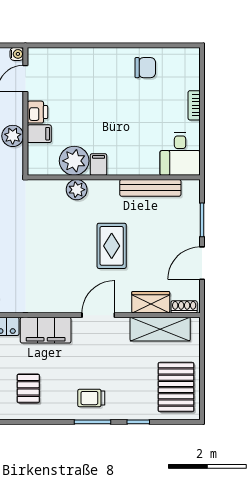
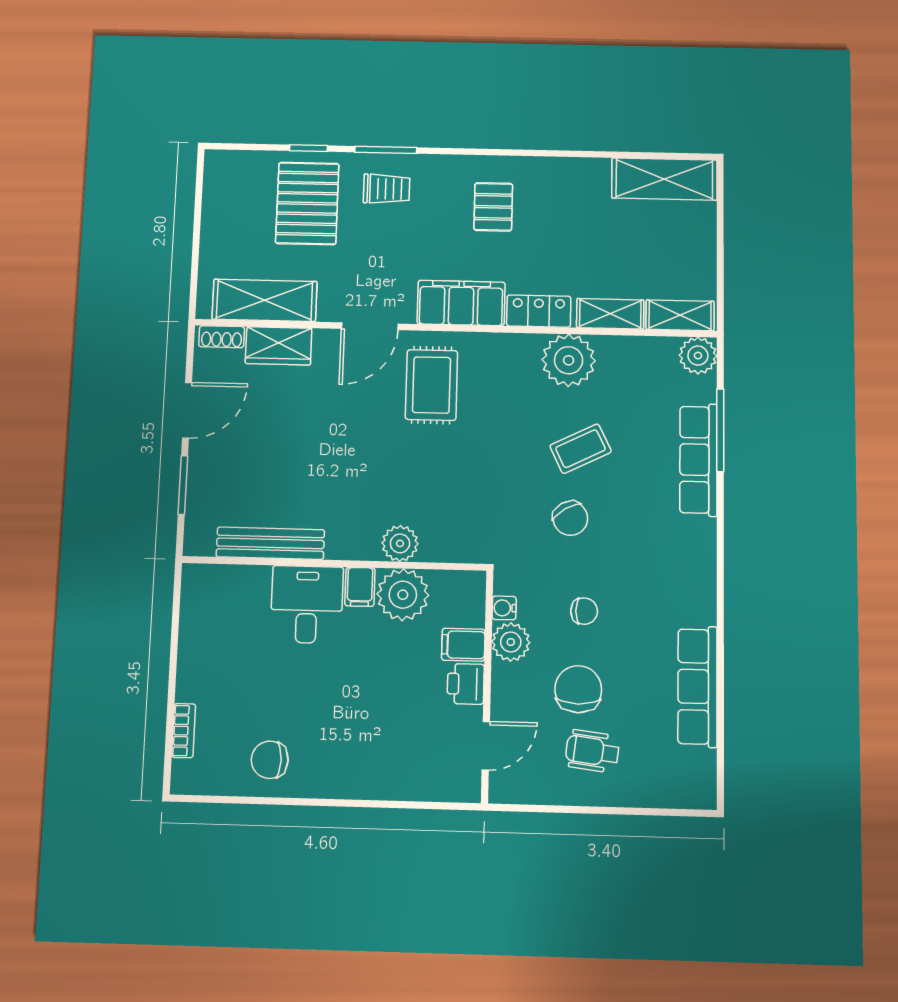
water cooler: (17, 54) -> (504, 608), moved
bookcase: (194, 105) -> (184, 731), moved
desk: (180, 154) -> (307, 604), moved
rug: (112, 246) -> (432, 385), moved
pallet: (176, 387) -> (307, 203), moved

